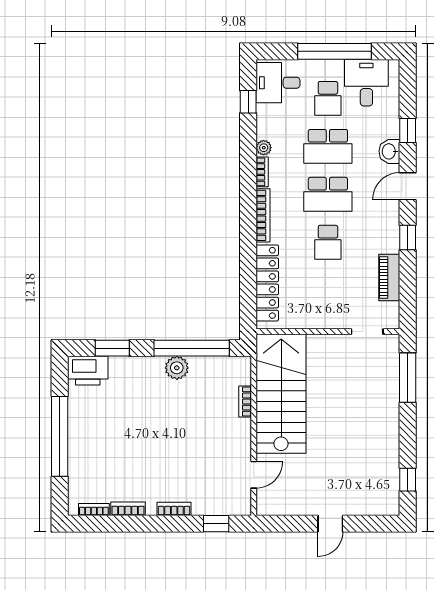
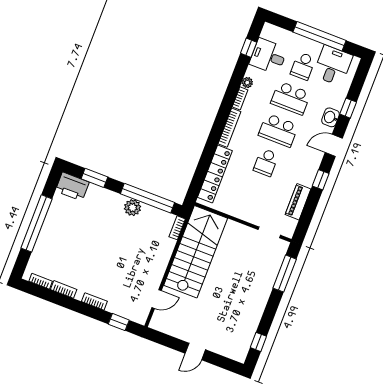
desk: (278, 83) -> (268, 56), moved
bookcase: (245, 402) -> (177, 228), moved

